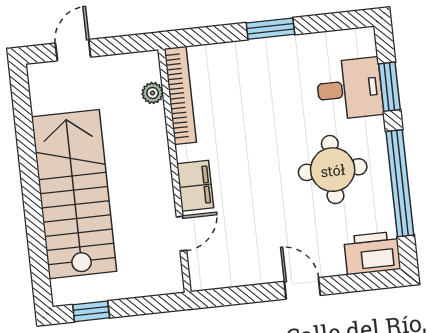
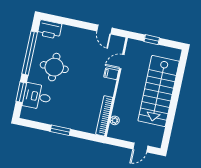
filing cabinet: (195, 186) -> (111, 74), width x0.50
door: (302, 288) -> (104, 29), moved
window: (91, 311) -> (152, 40), moved

